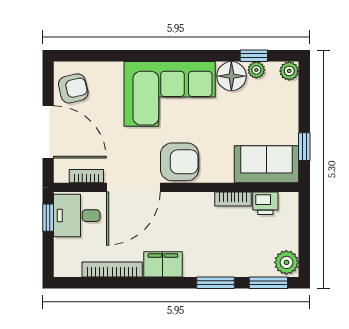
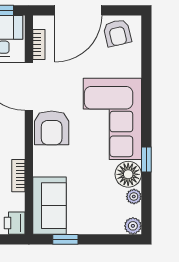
window: (254, 56) -> (146, 159), moved
printer: (265, 203) -> (15, 223), moved

